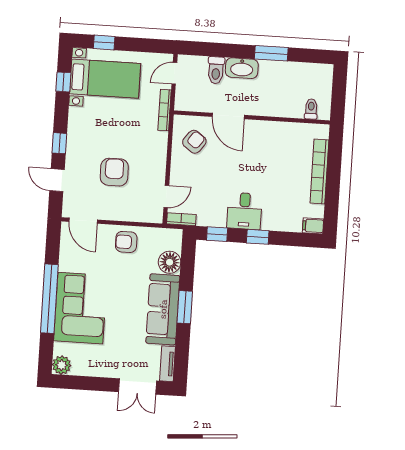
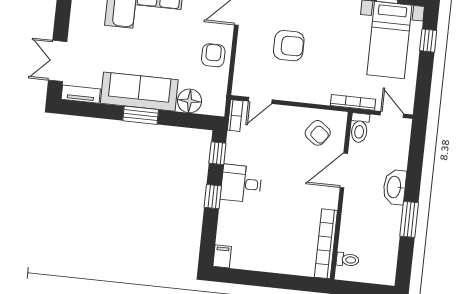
toilet: (216, 70) -> (360, 128), moved, turned -90
bookcase: (319, 172) -> (326, 244), moved, turned -90
door: (166, 196) -> (260, 100), hinge flipped

